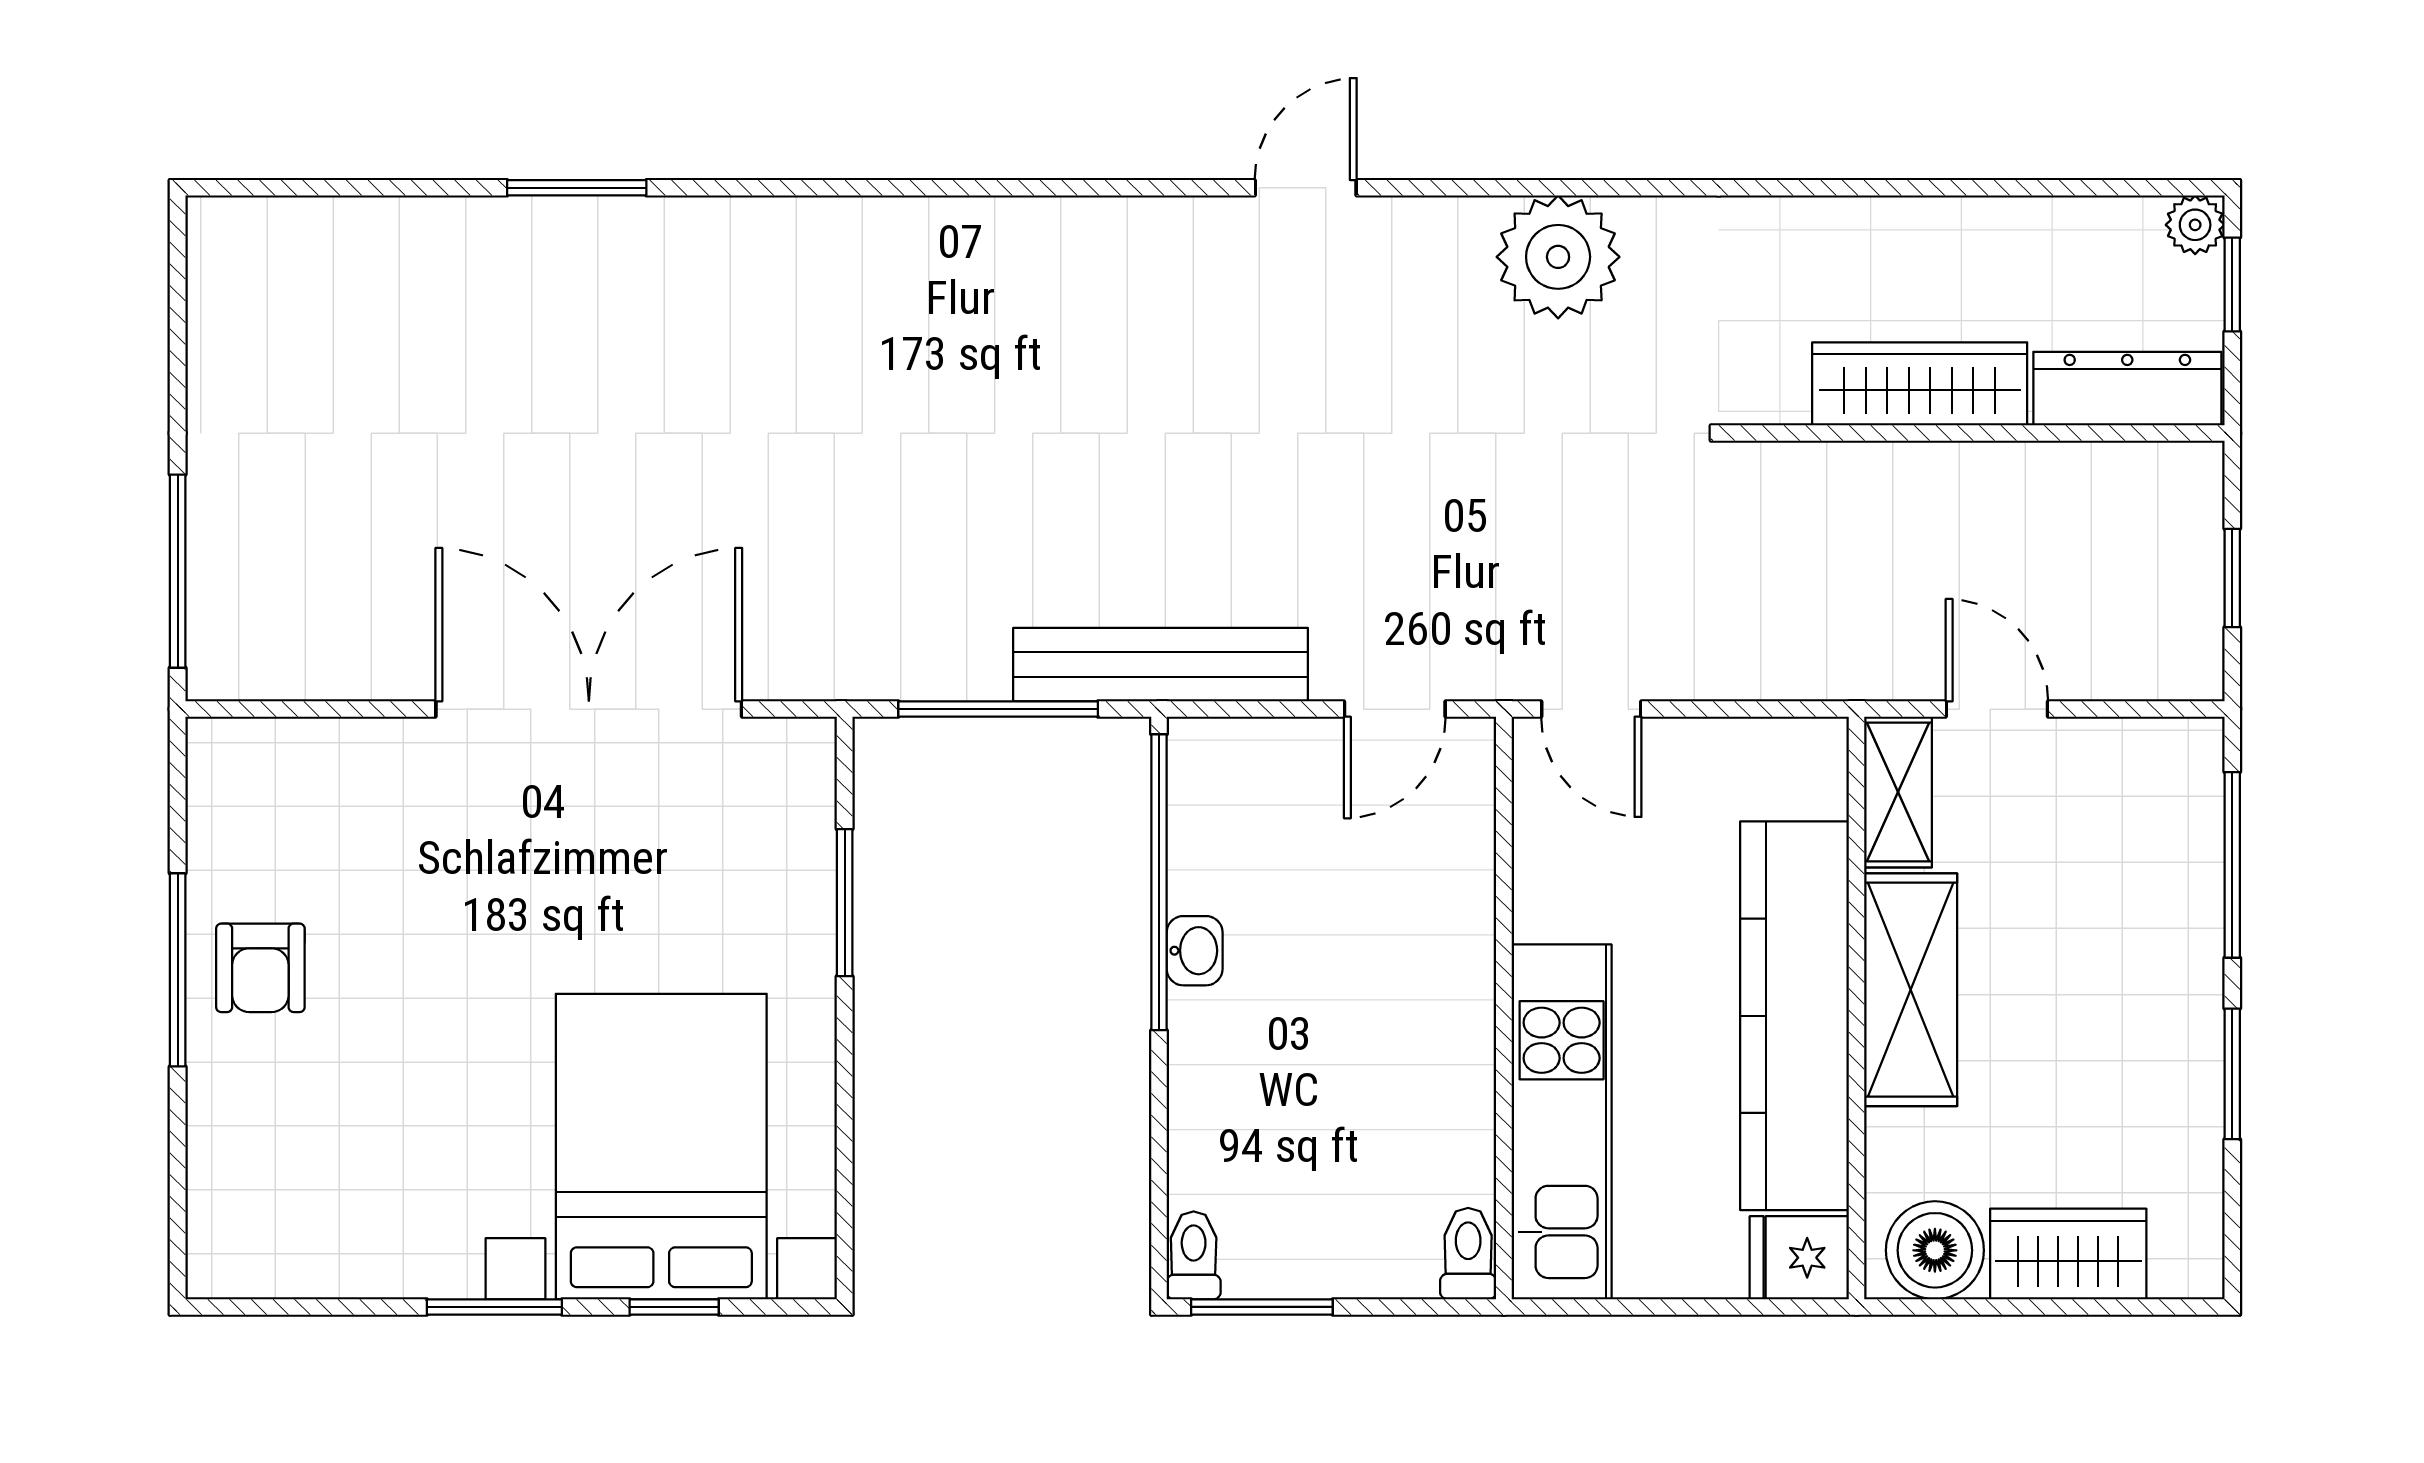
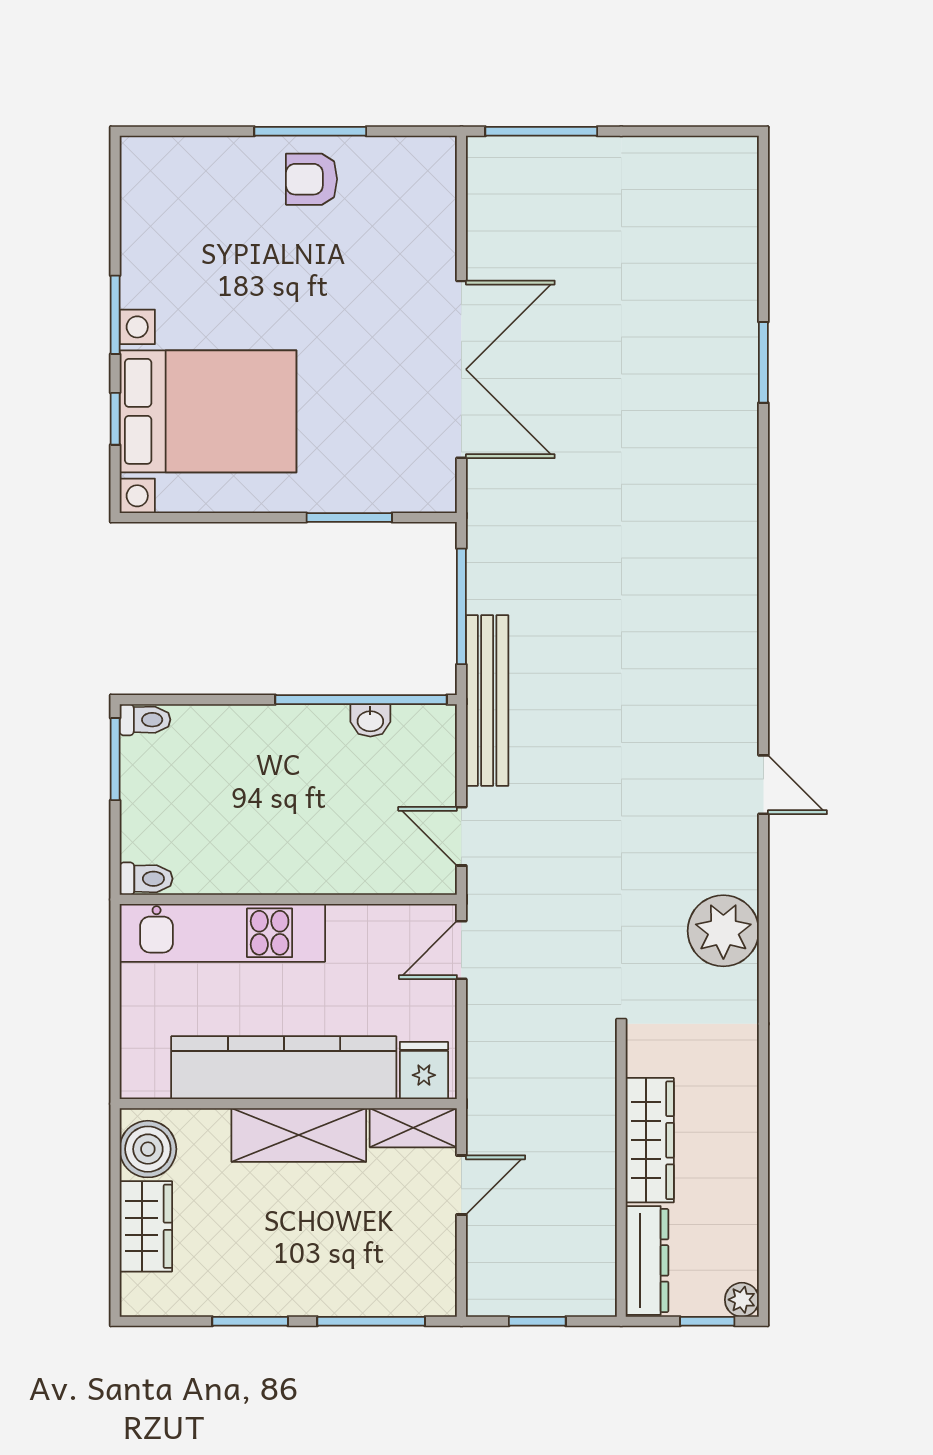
washbasin: (1195, 951) -> (370, 720), moved
fridge: (1799, 1258) -> (424, 1071), moved

